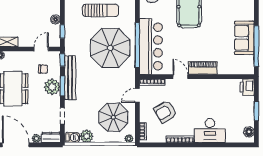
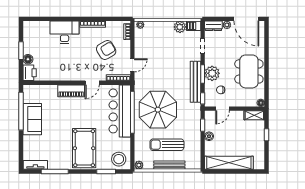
door: (180, 77) -> (92, 83), hinge flipped
parasol: (113, 117) -> (155, 45), removed
floor lamp: (249, 132) -> (28, 59), moved

